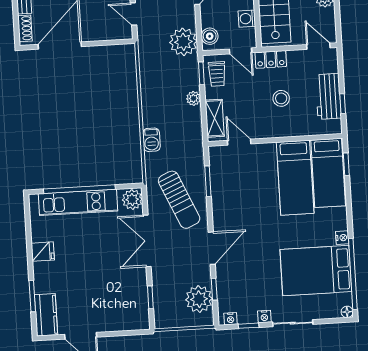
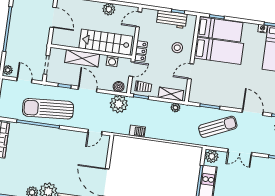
plant: (194, 98) -> (175, 108), moved
stool: (281, 98) -> (177, 48), moved
barbecue: (151, 140) -> (137, 131), moved
door: (239, 142) -> (191, 71), moved
double door: (147, 241) -> (240, 152), width x0.73

